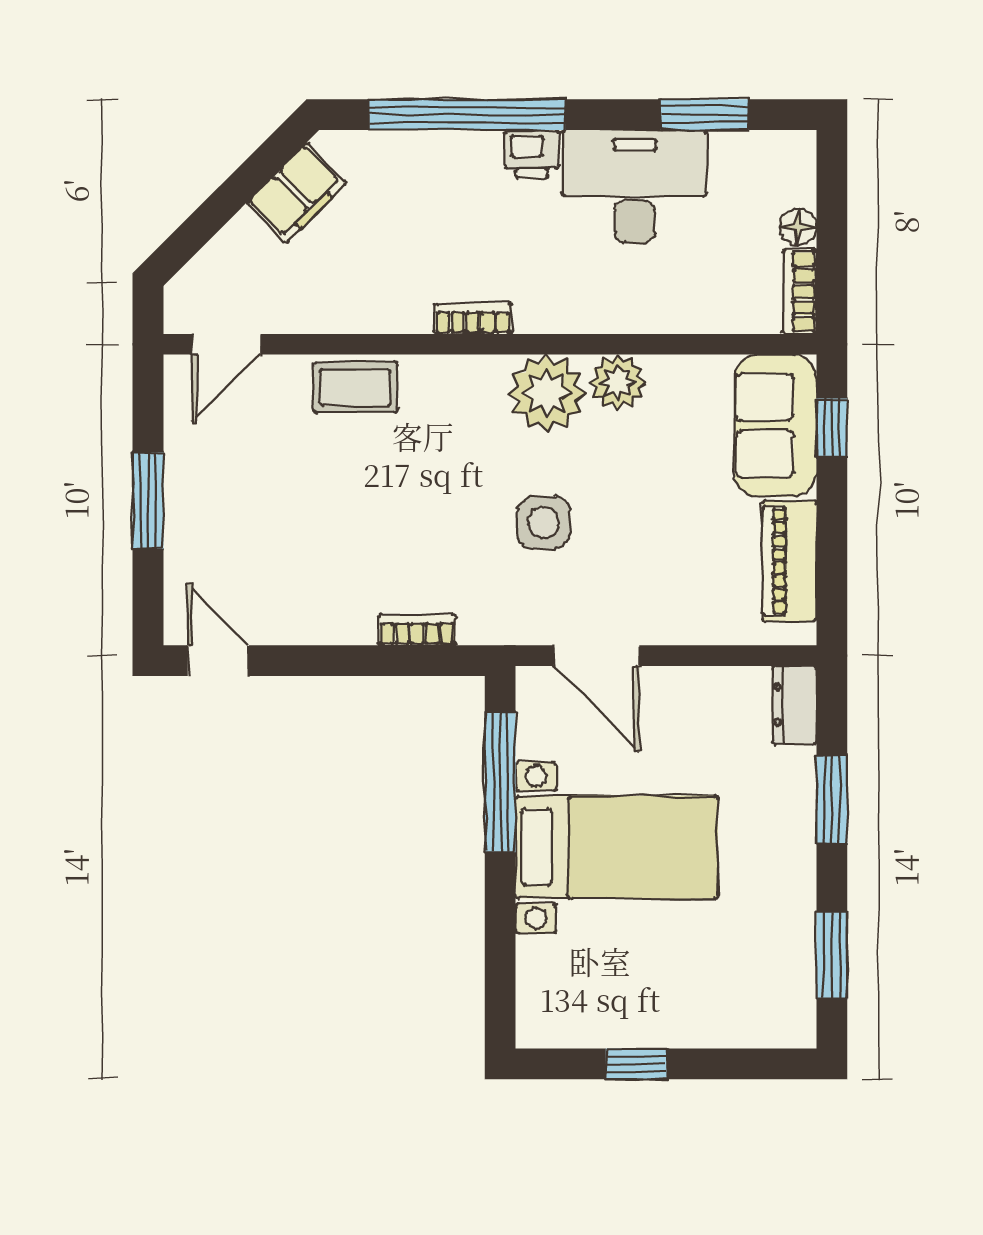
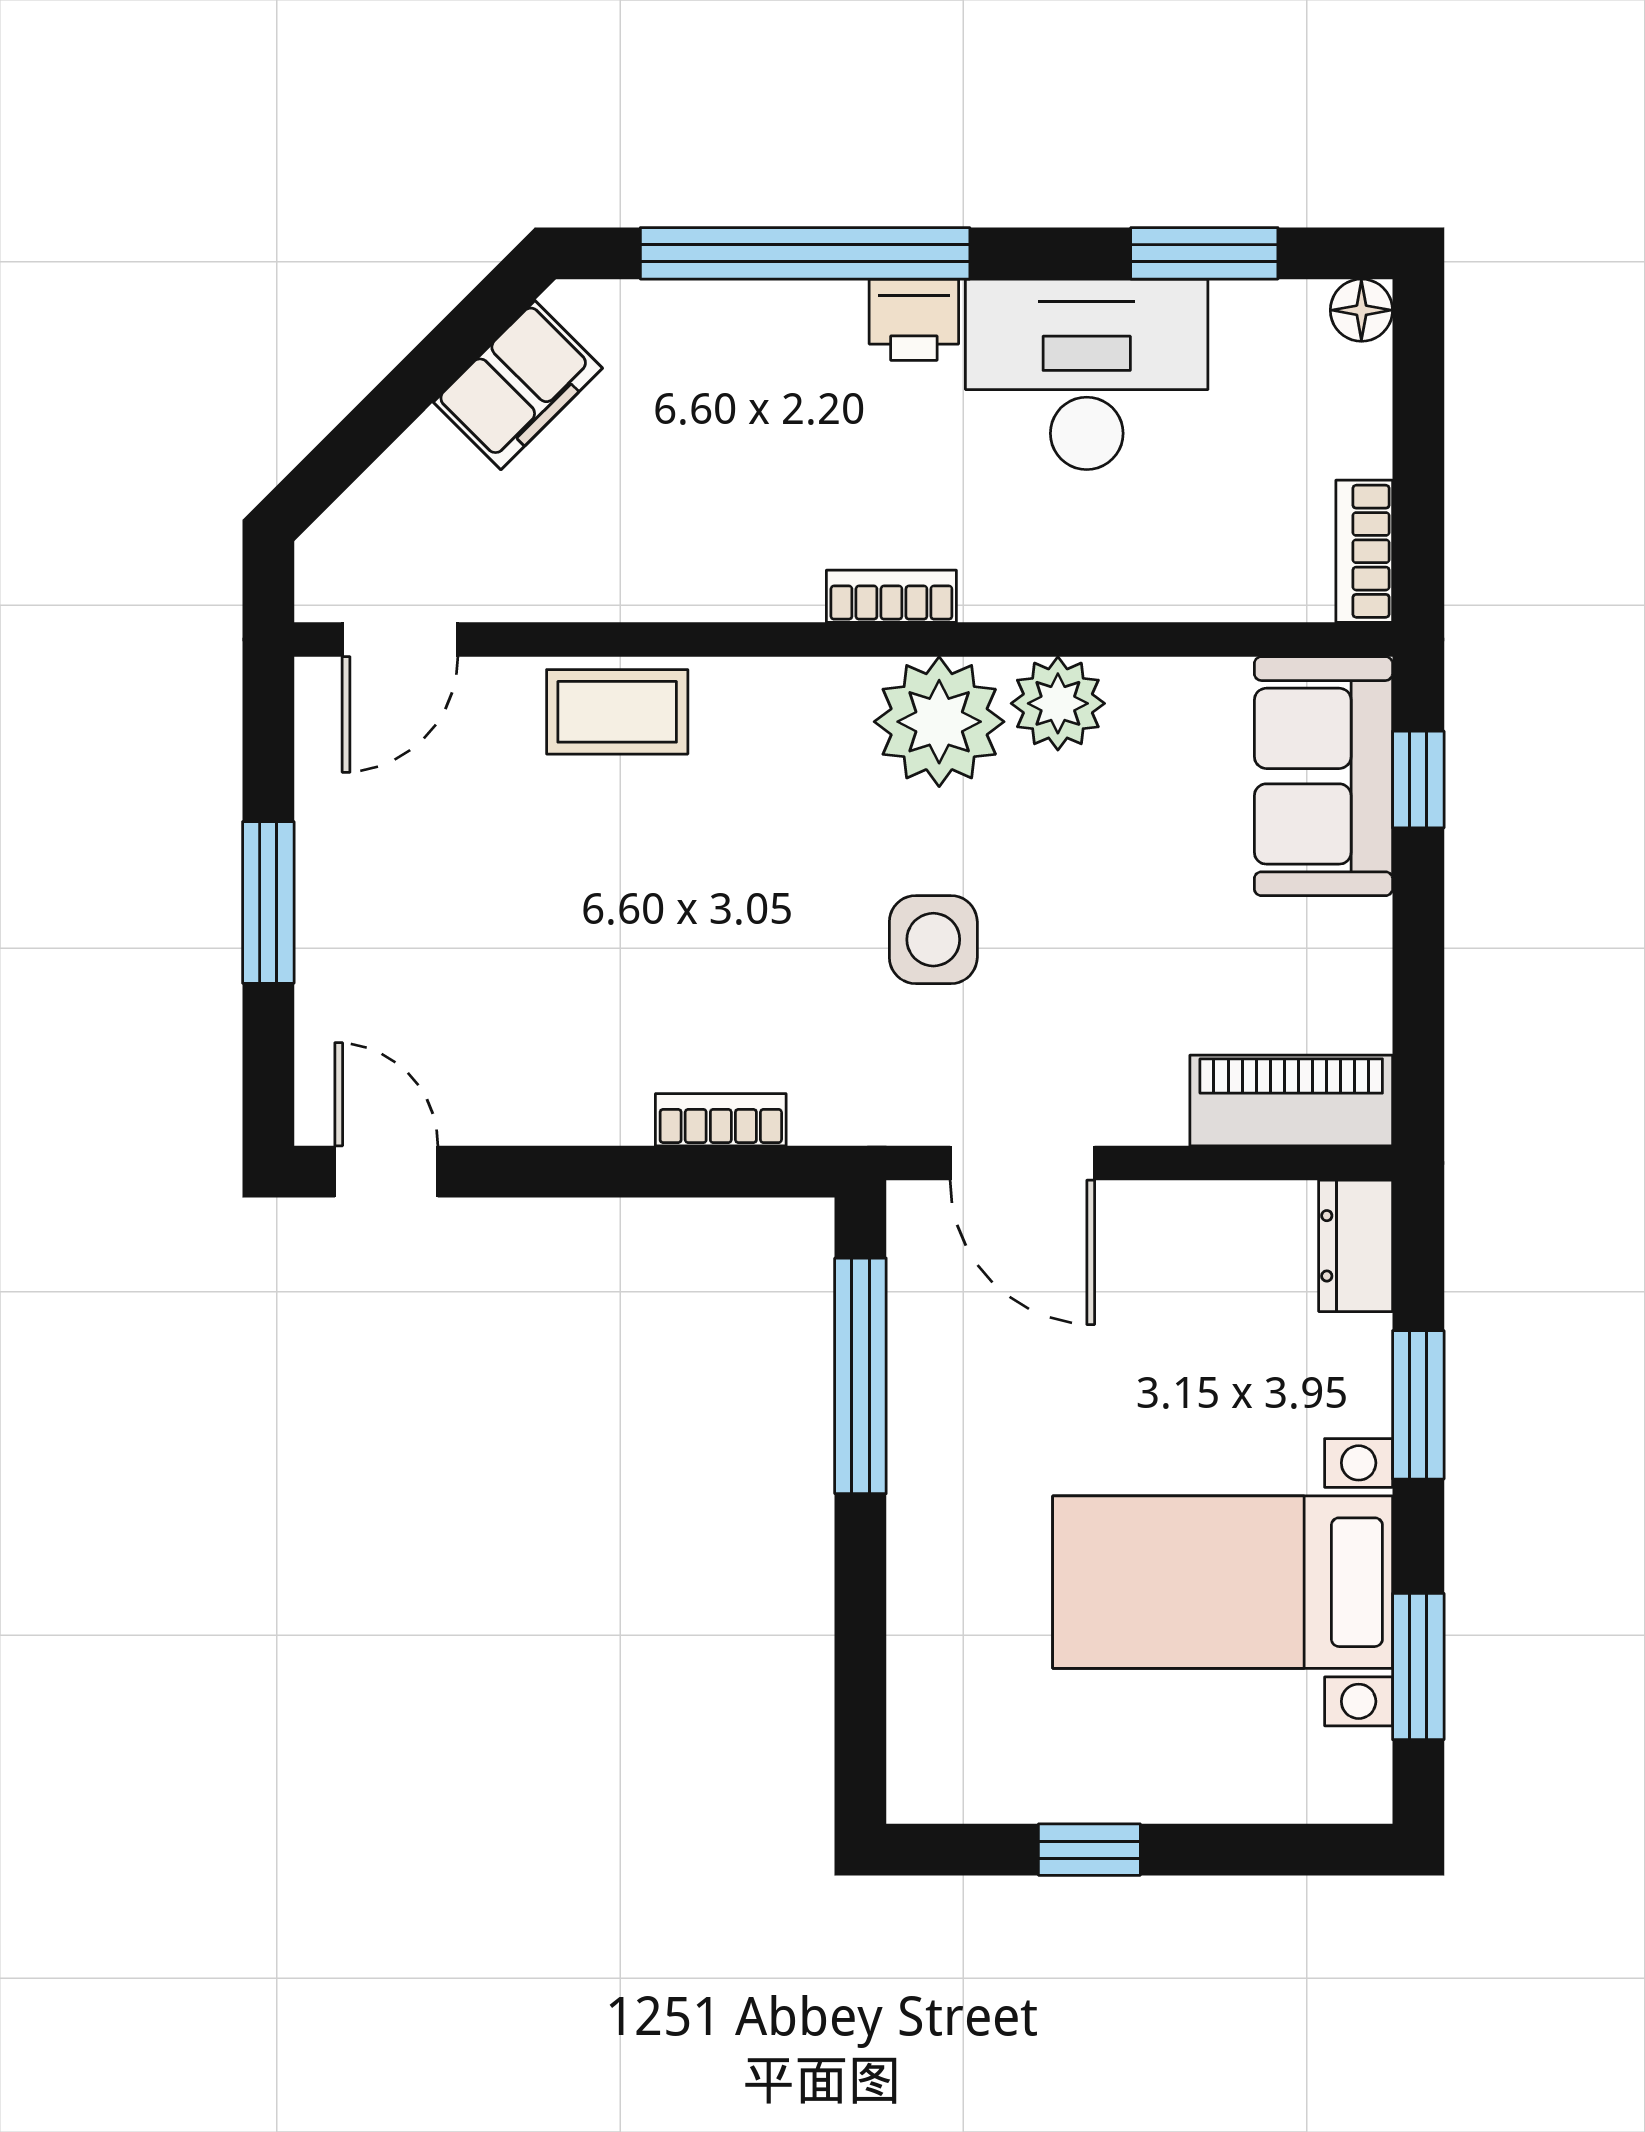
floor lamp: (798, 227) -> (1361, 310), moved
bookcase: (473, 319) -> (891, 596), moved
piano: (790, 561) -> (1291, 1101), moved, turned 90
bed with nightstands: (617, 847) -> (1223, 1582), moved, turned 180

